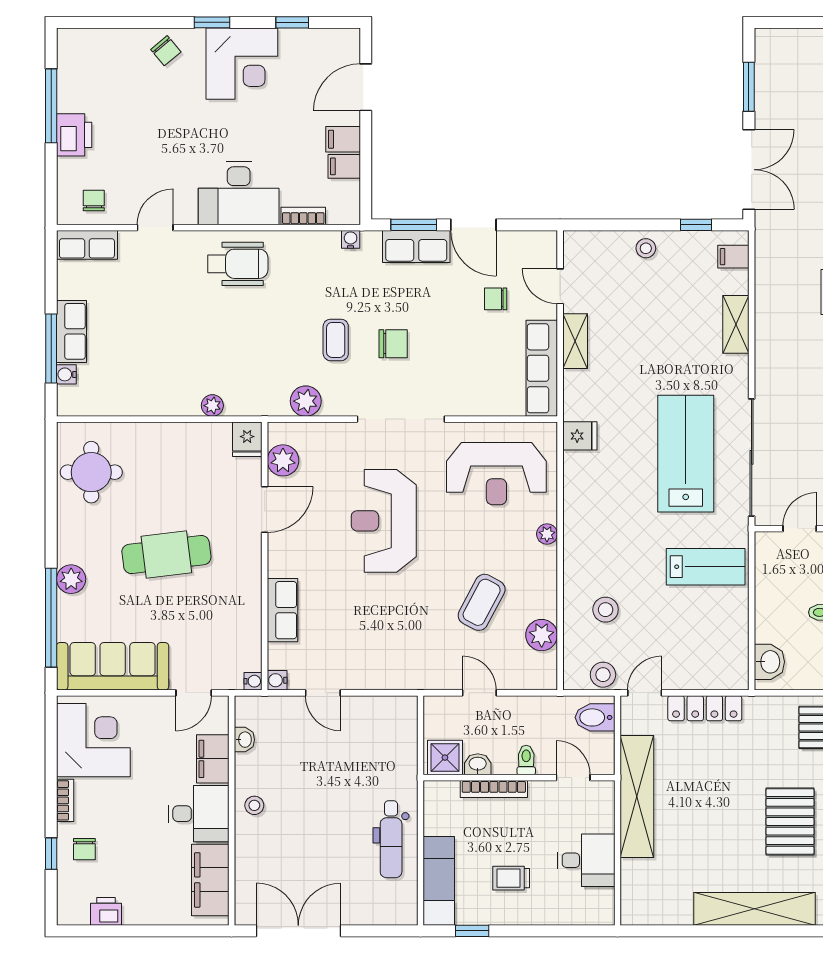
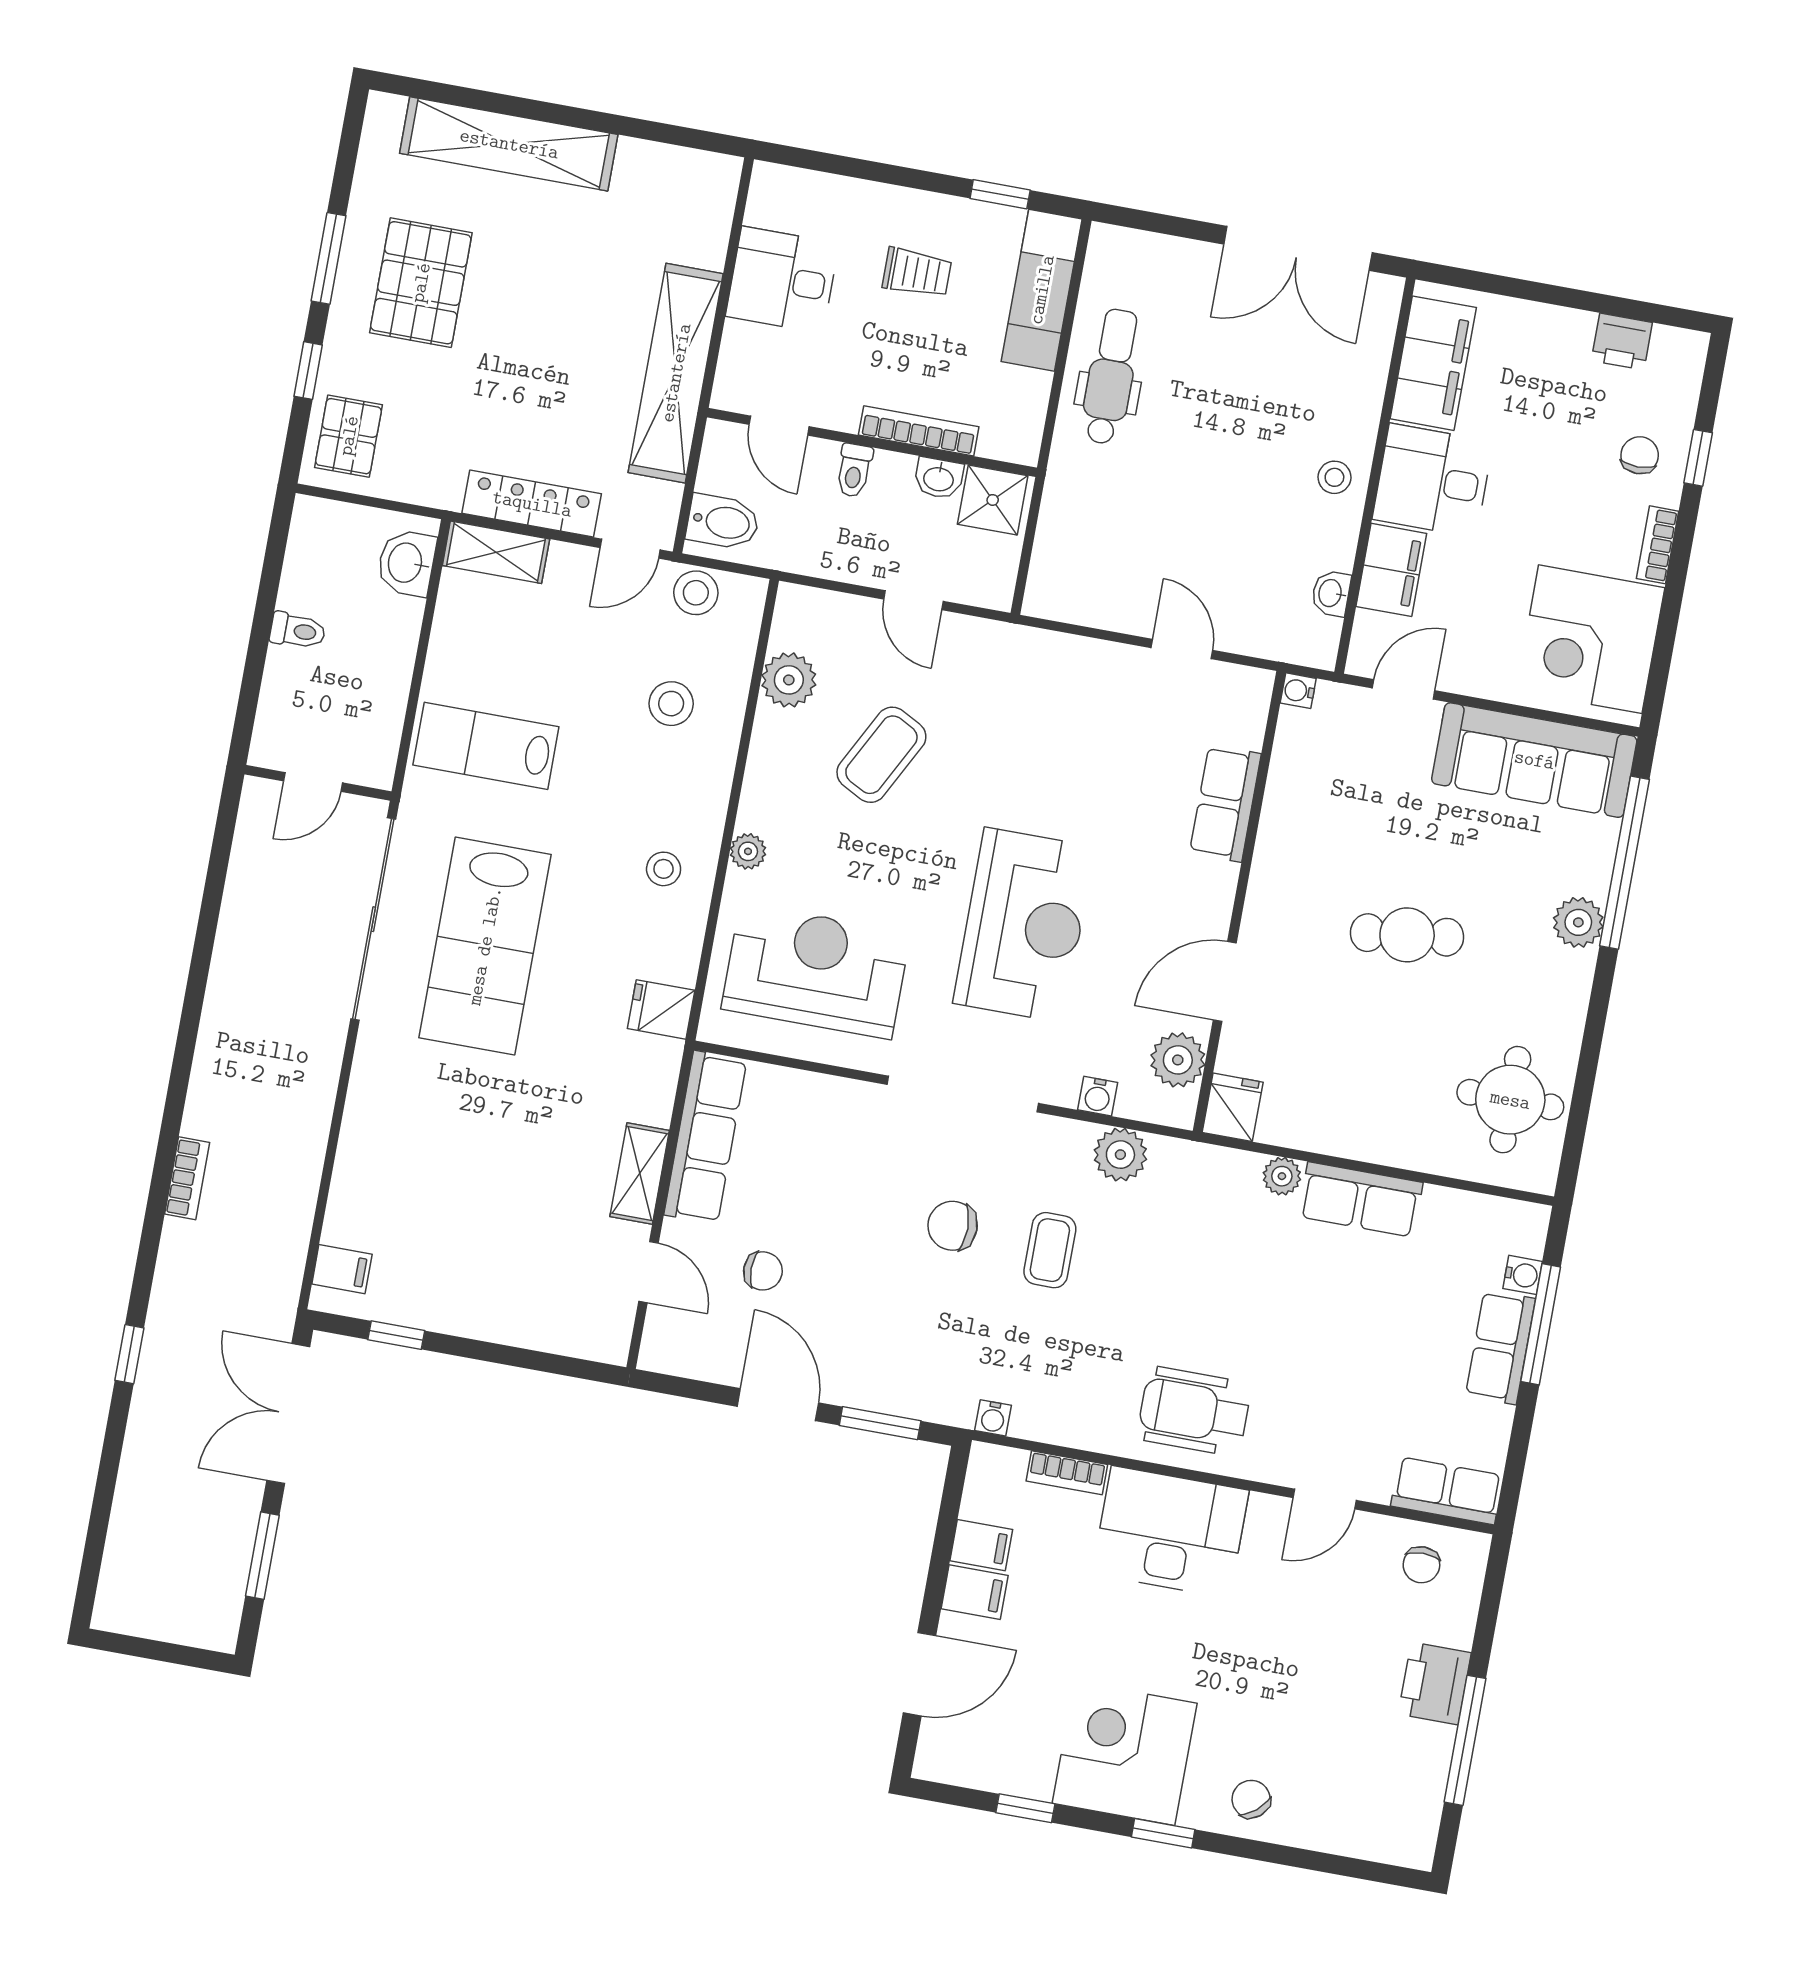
row of seats: (416, 246) -> (1360, 1200), moved, turned 180
stool: (646, 248) -> (664, 869), moved
shelving: (736, 324) -> (496, 552), moved, turned 90
cafe table: (166, 555) -> (1407, 935), width x0.73, depth x0.74
water cooler: (277, 680) -> (1098, 1096), moved, turned 90

